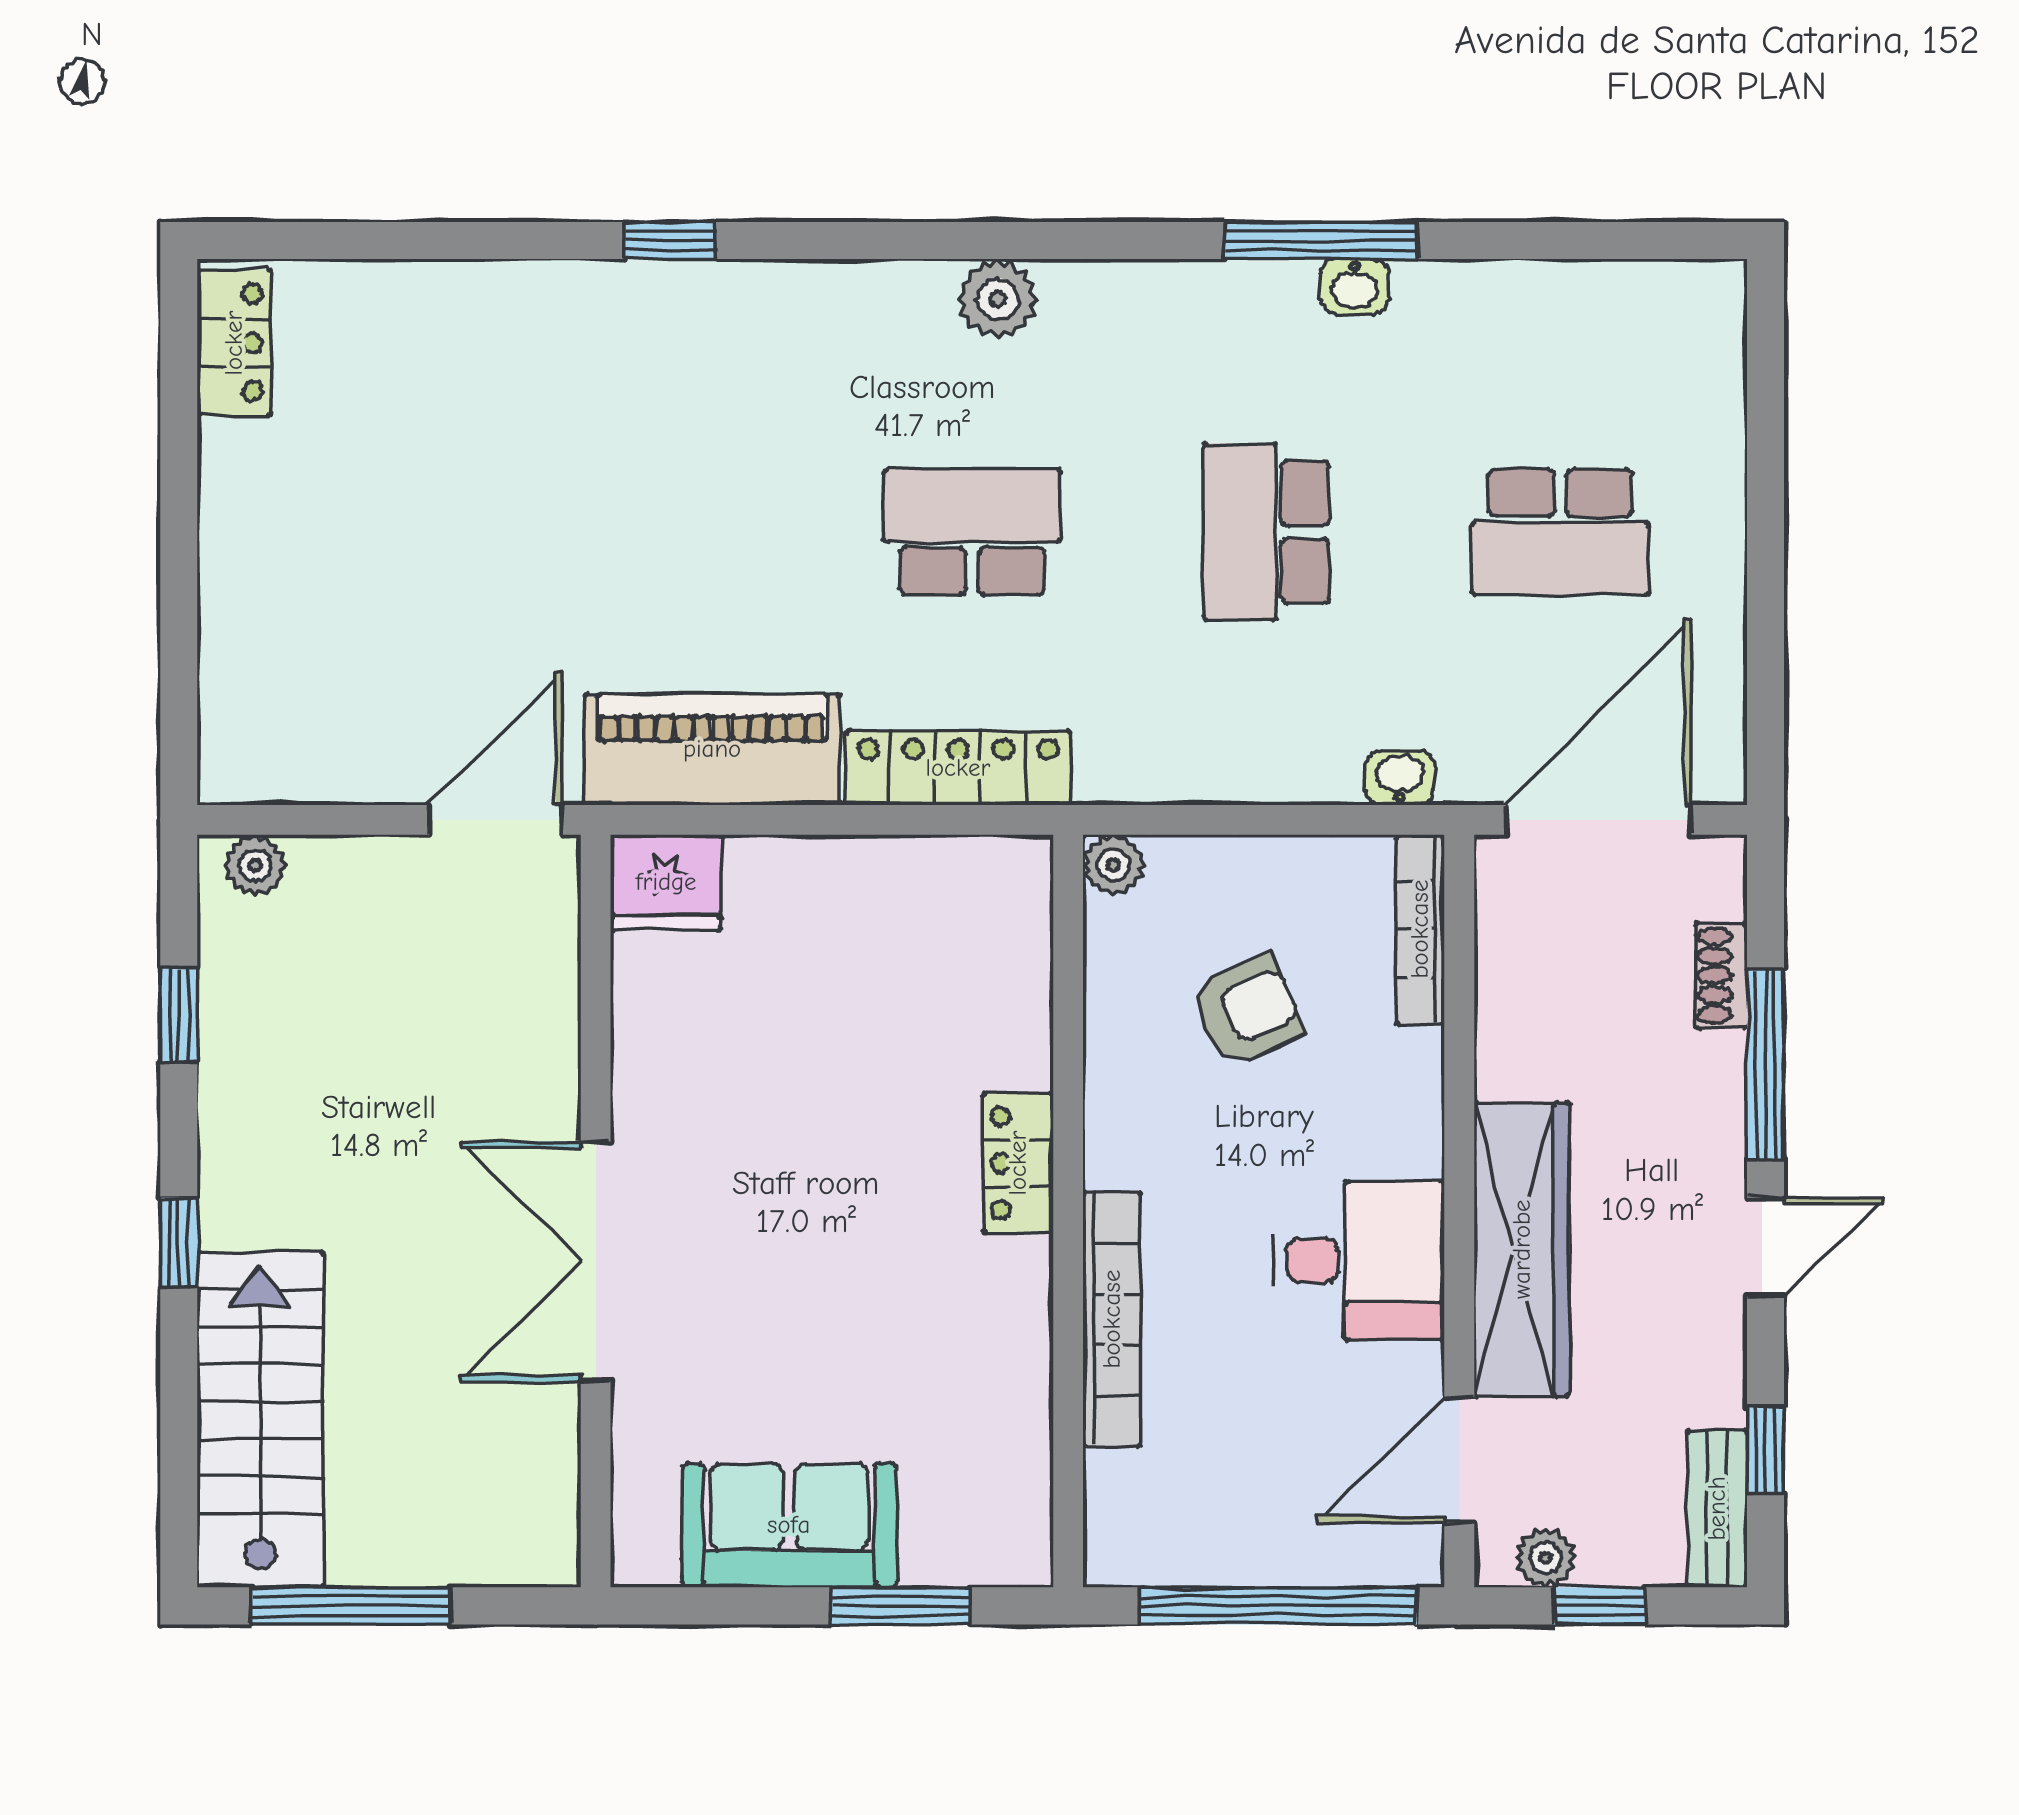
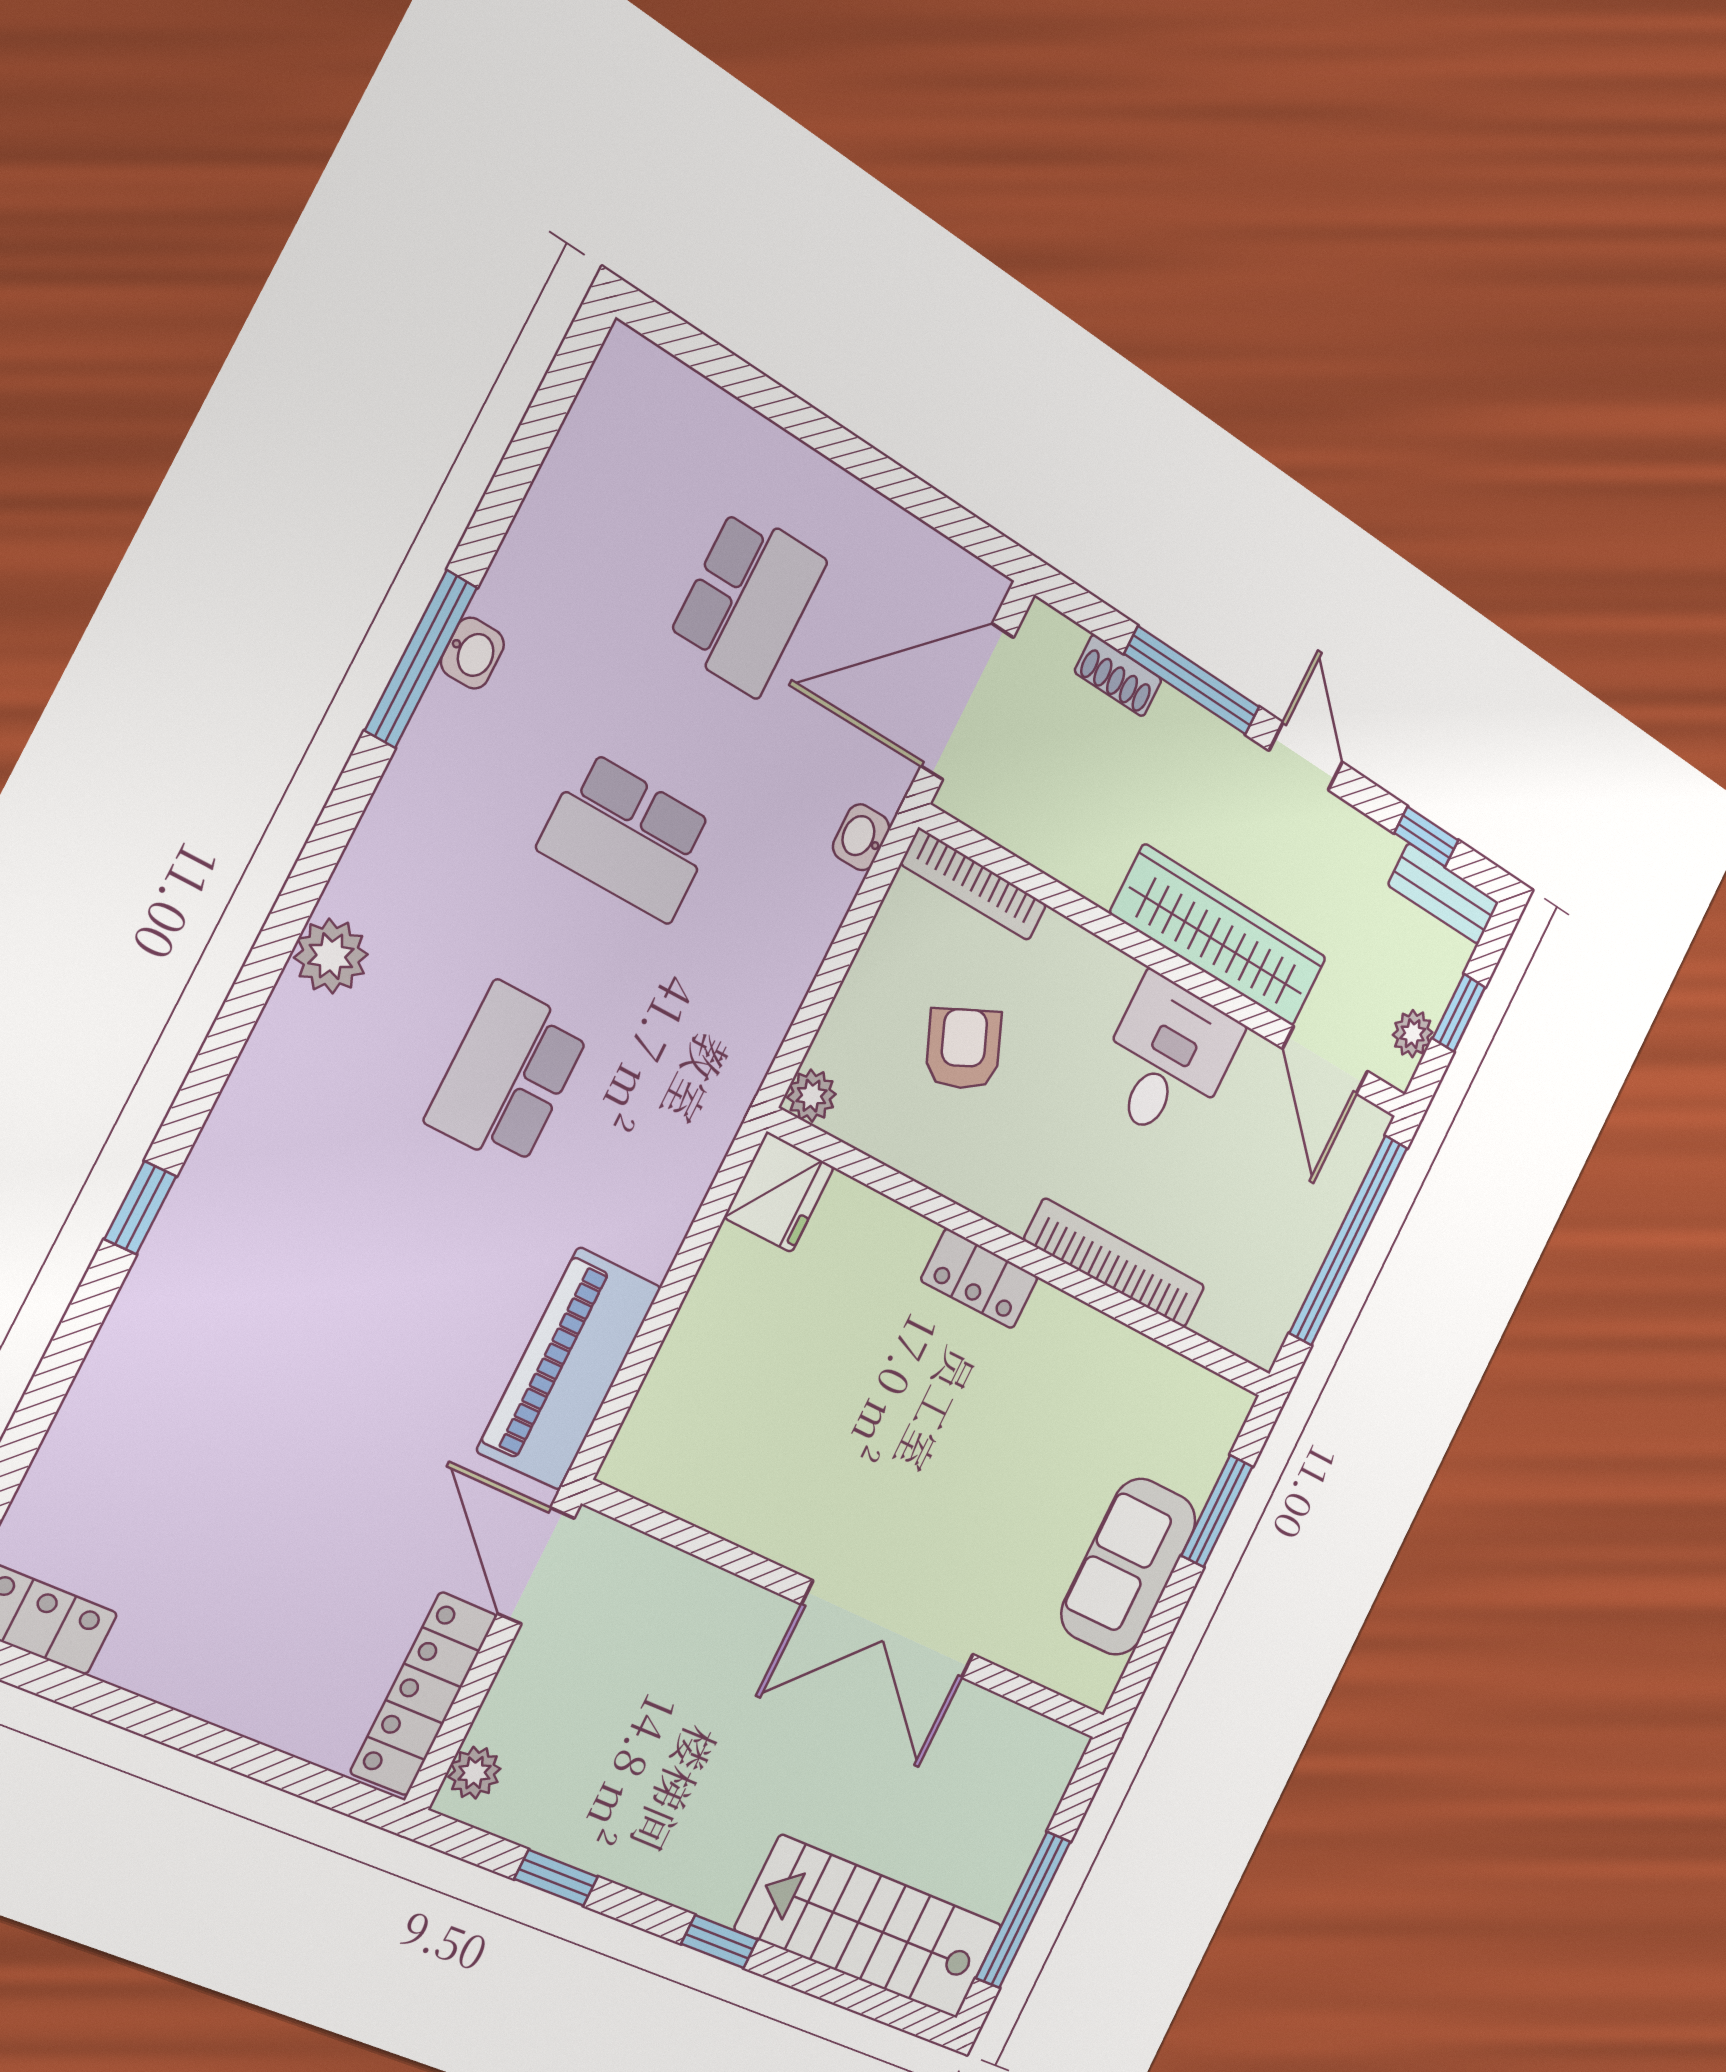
locker: (958, 768) -> (424, 1694), moved
door: (1599, 820) -> (967, 702), hinge flipped
fridge: (666, 882) -> (779, 1192), moved

